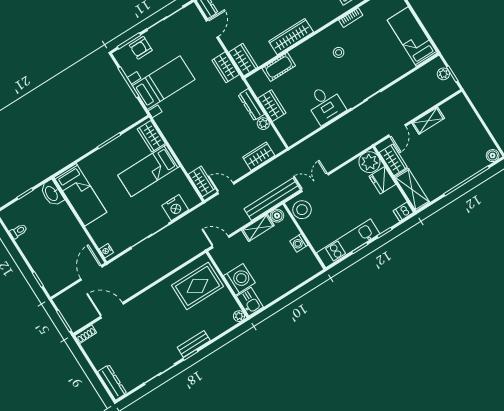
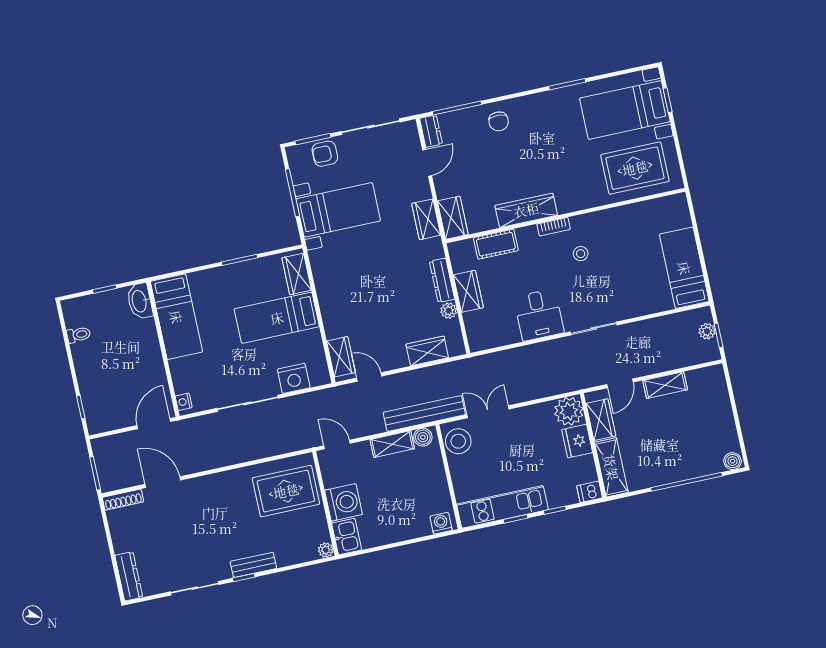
bookcase: (351, 18) -> (554, 227), moved
washing machine: (299, 243) -> (441, 523), moved, turned 90
shoe rack: (86, 334) -> (123, 500), width x1.43

